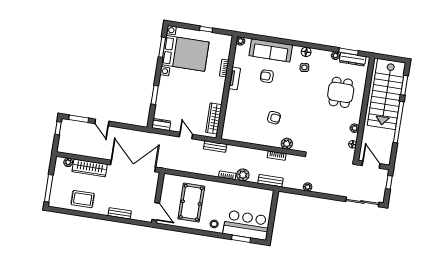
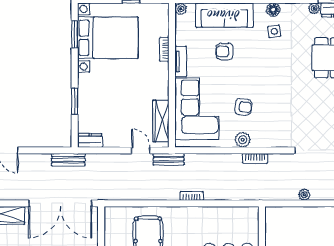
corner sofa: (241, 114) -> (197, 109), added
door: (186, 136) -> (141, 150), moved
plant: (287, 144) -> (243, 140), moved
double door: (133, 166) -> (60, 203), swing flipped
plant: (243, 175) -> (213, 192), removed
bench: (270, 181) -> (68, 160), moved

